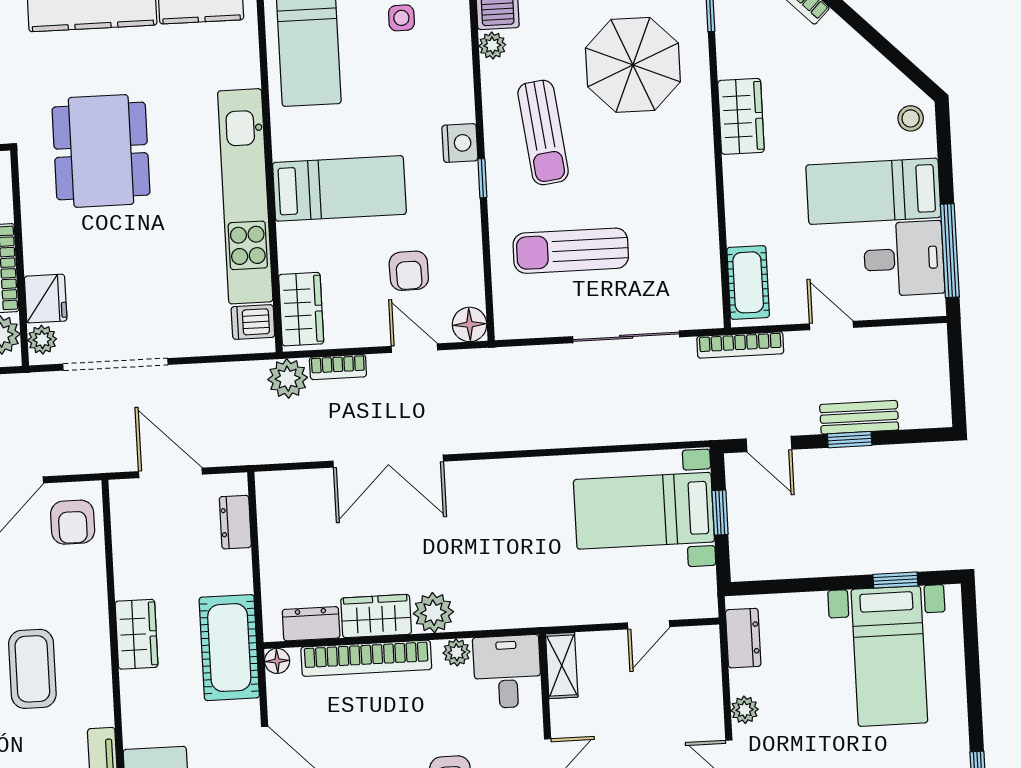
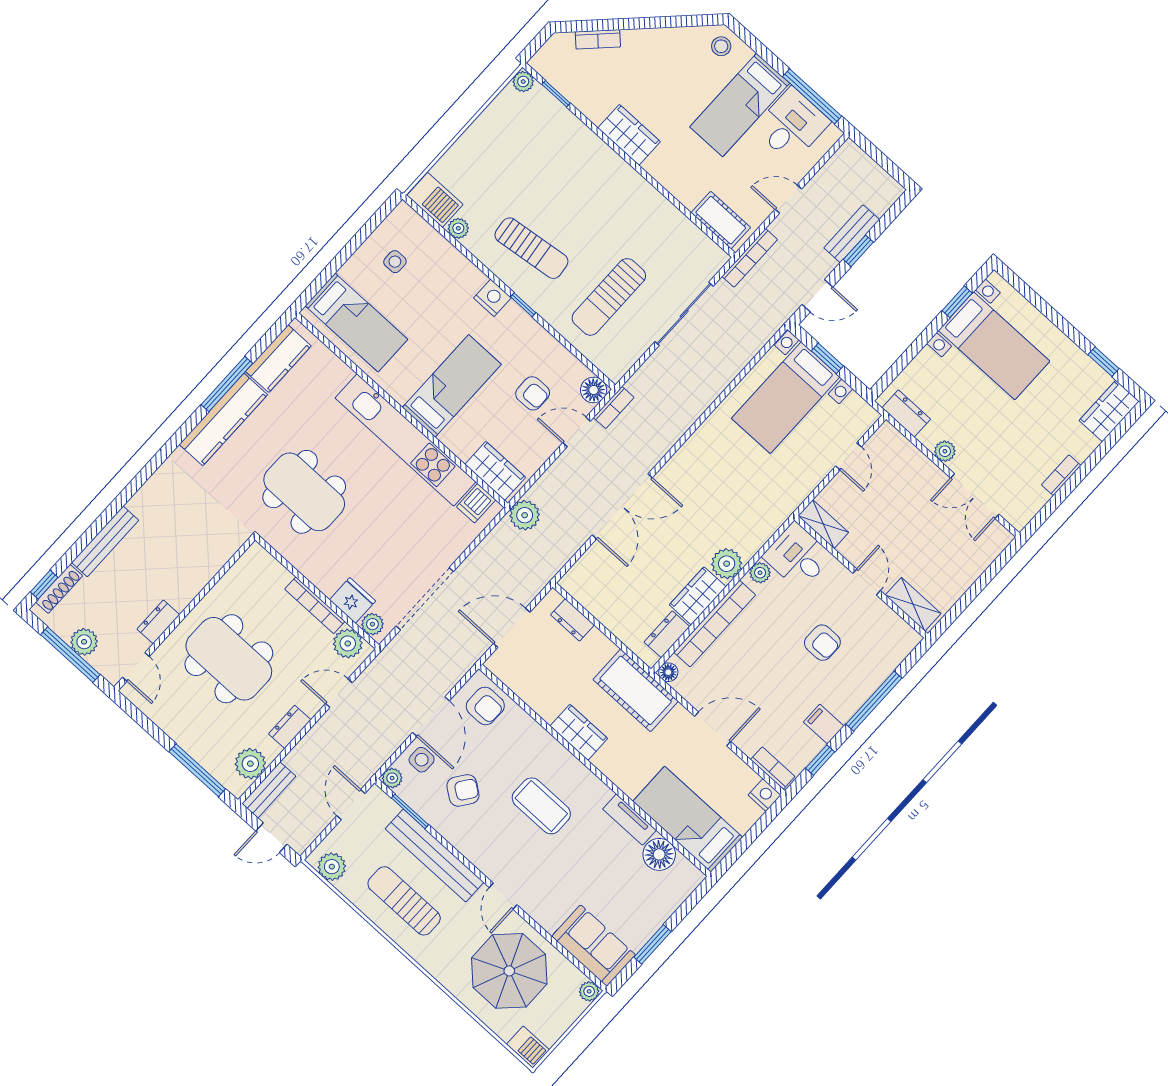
parasol: (633, 65) -> (544, 164), removed
bookcase: (338, 367) -> (614, 407), moved

